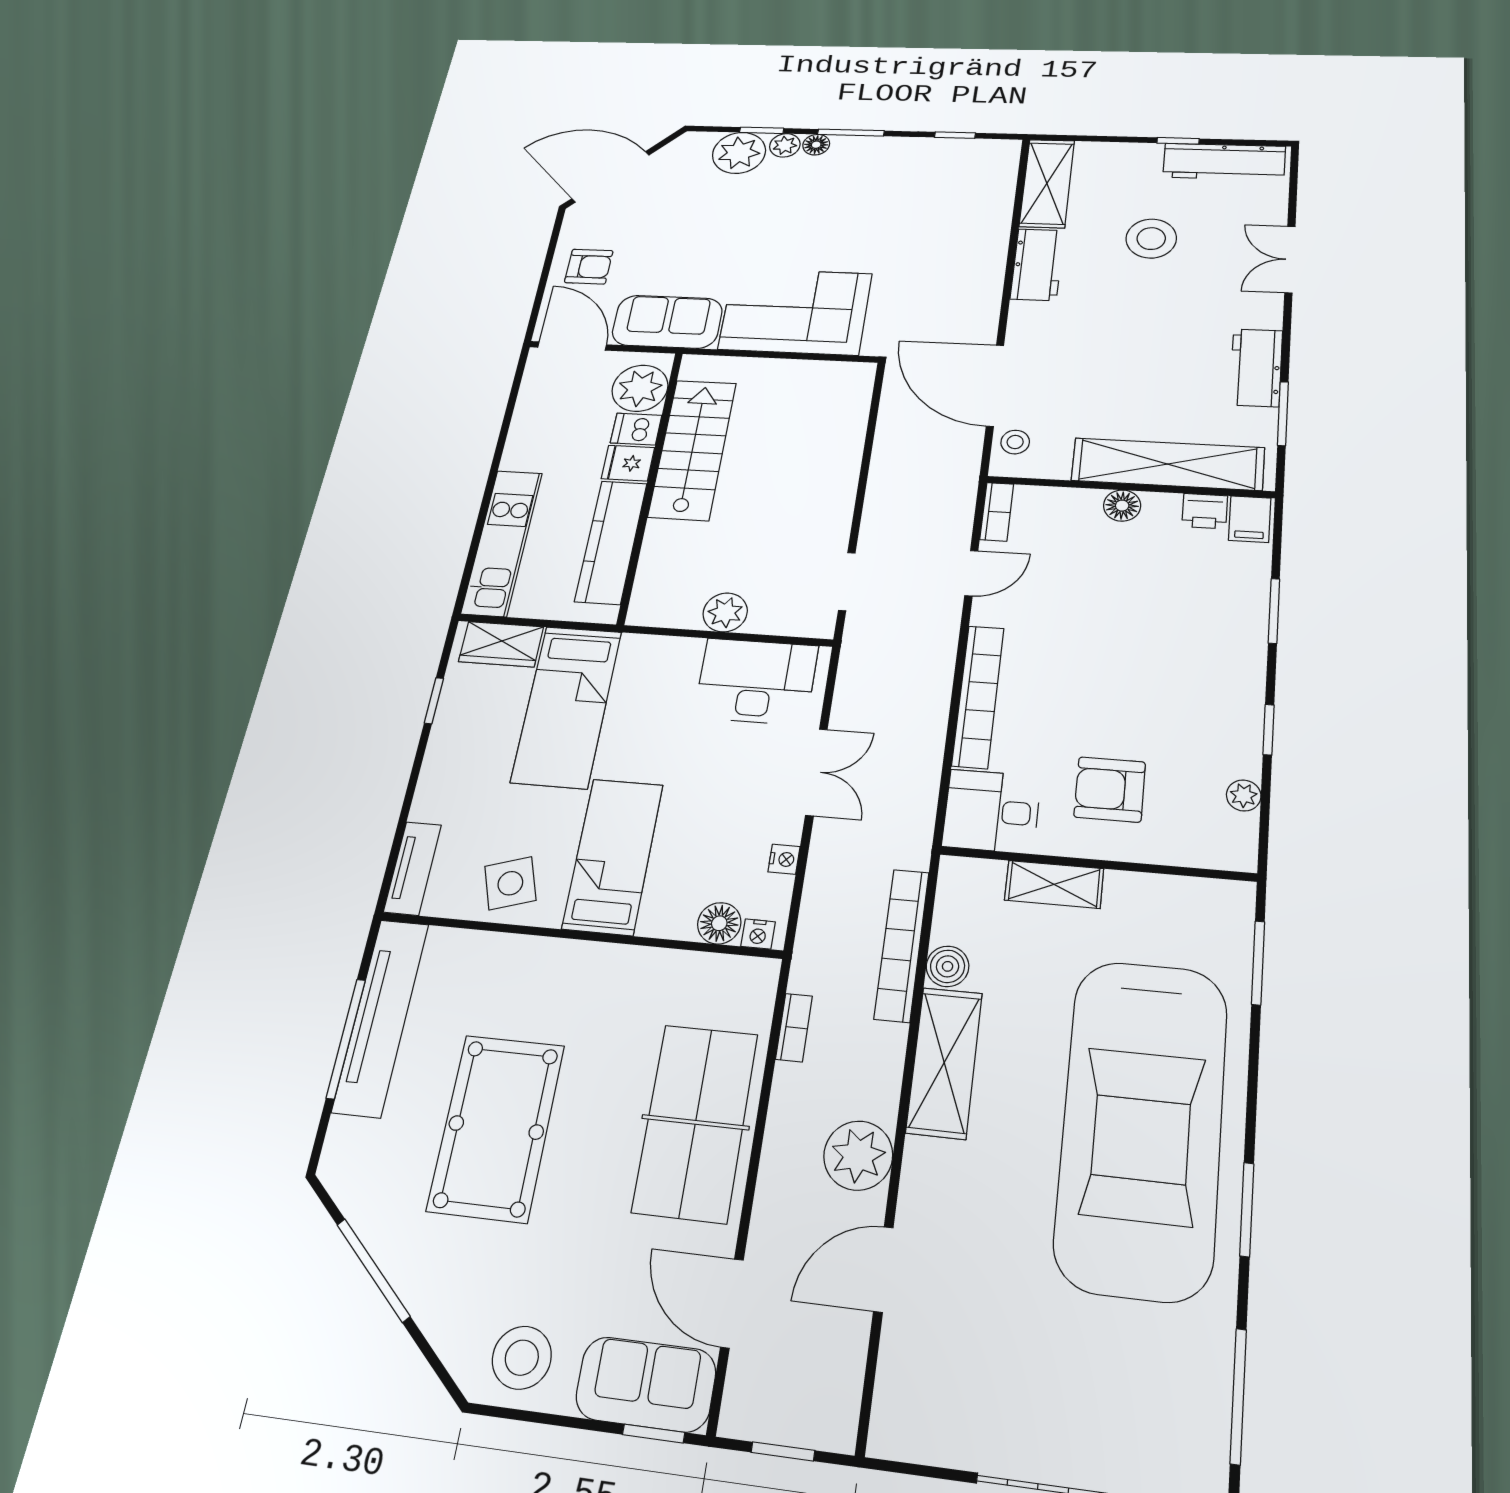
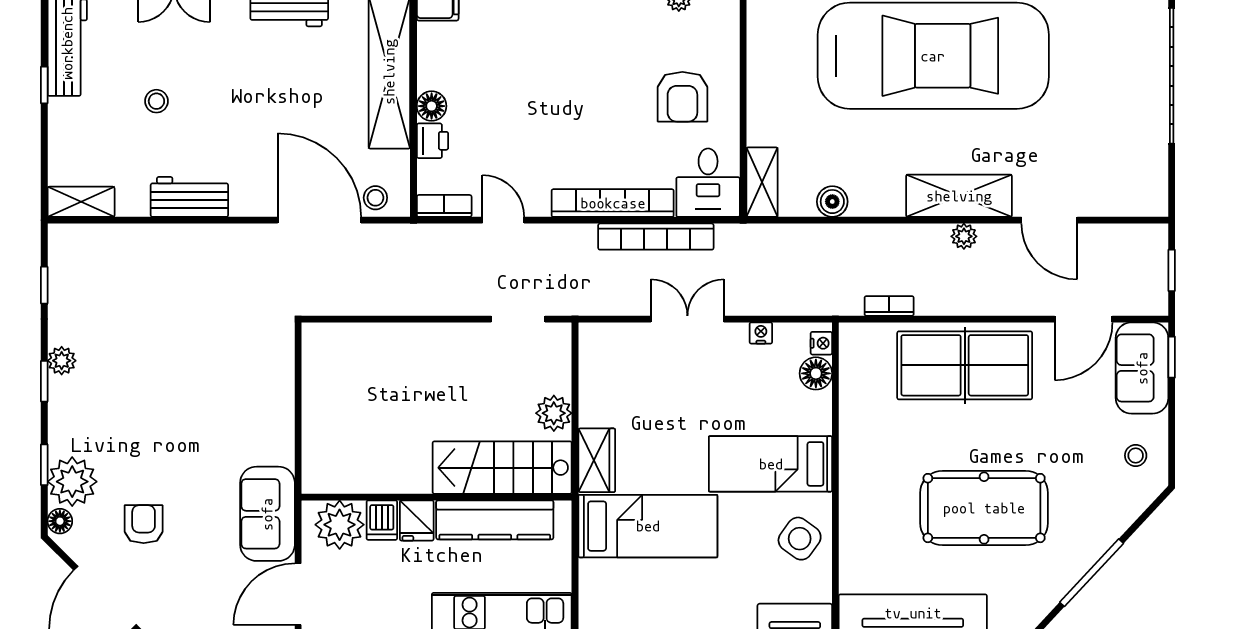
window: (851, 133) -> (44, 381), width x0.67
plant: (785, 145) -> (62, 361), moved
floor lamp: (816, 145) -> (60, 521), moved
shelving: (1047, 183) -> (81, 202), width x0.67, depth x0.75
stool: (1151, 239) -> (156, 101), width x0.53, depth x0.53
armchair: (589, 267) -> (144, 524), moved
corner sofa: (795, 311) -> (251, 402), removed
door: (995, 385) -> (319, 220), swing flipped
stairs: (693, 449) -> (502, 468), moved
printer: (1205, 511) -> (432, 141), moved
wardrobe: (501, 644) -> (597, 460), moved
desk: (756, 681) -> (614, 378), removed
side table: (510, 883) -> (800, 539), turned -36
shelving: (1054, 884) -> (762, 182), moved
bookcase: (902, 945) -> (656, 237), moved
shelving: (944, 1062) -> (959, 196), moved
plant: (858, 1156) -> (964, 236), width x0.53, depth x0.53
stool: (522, 1358) -> (1136, 455), width x0.53, depth x0.53

